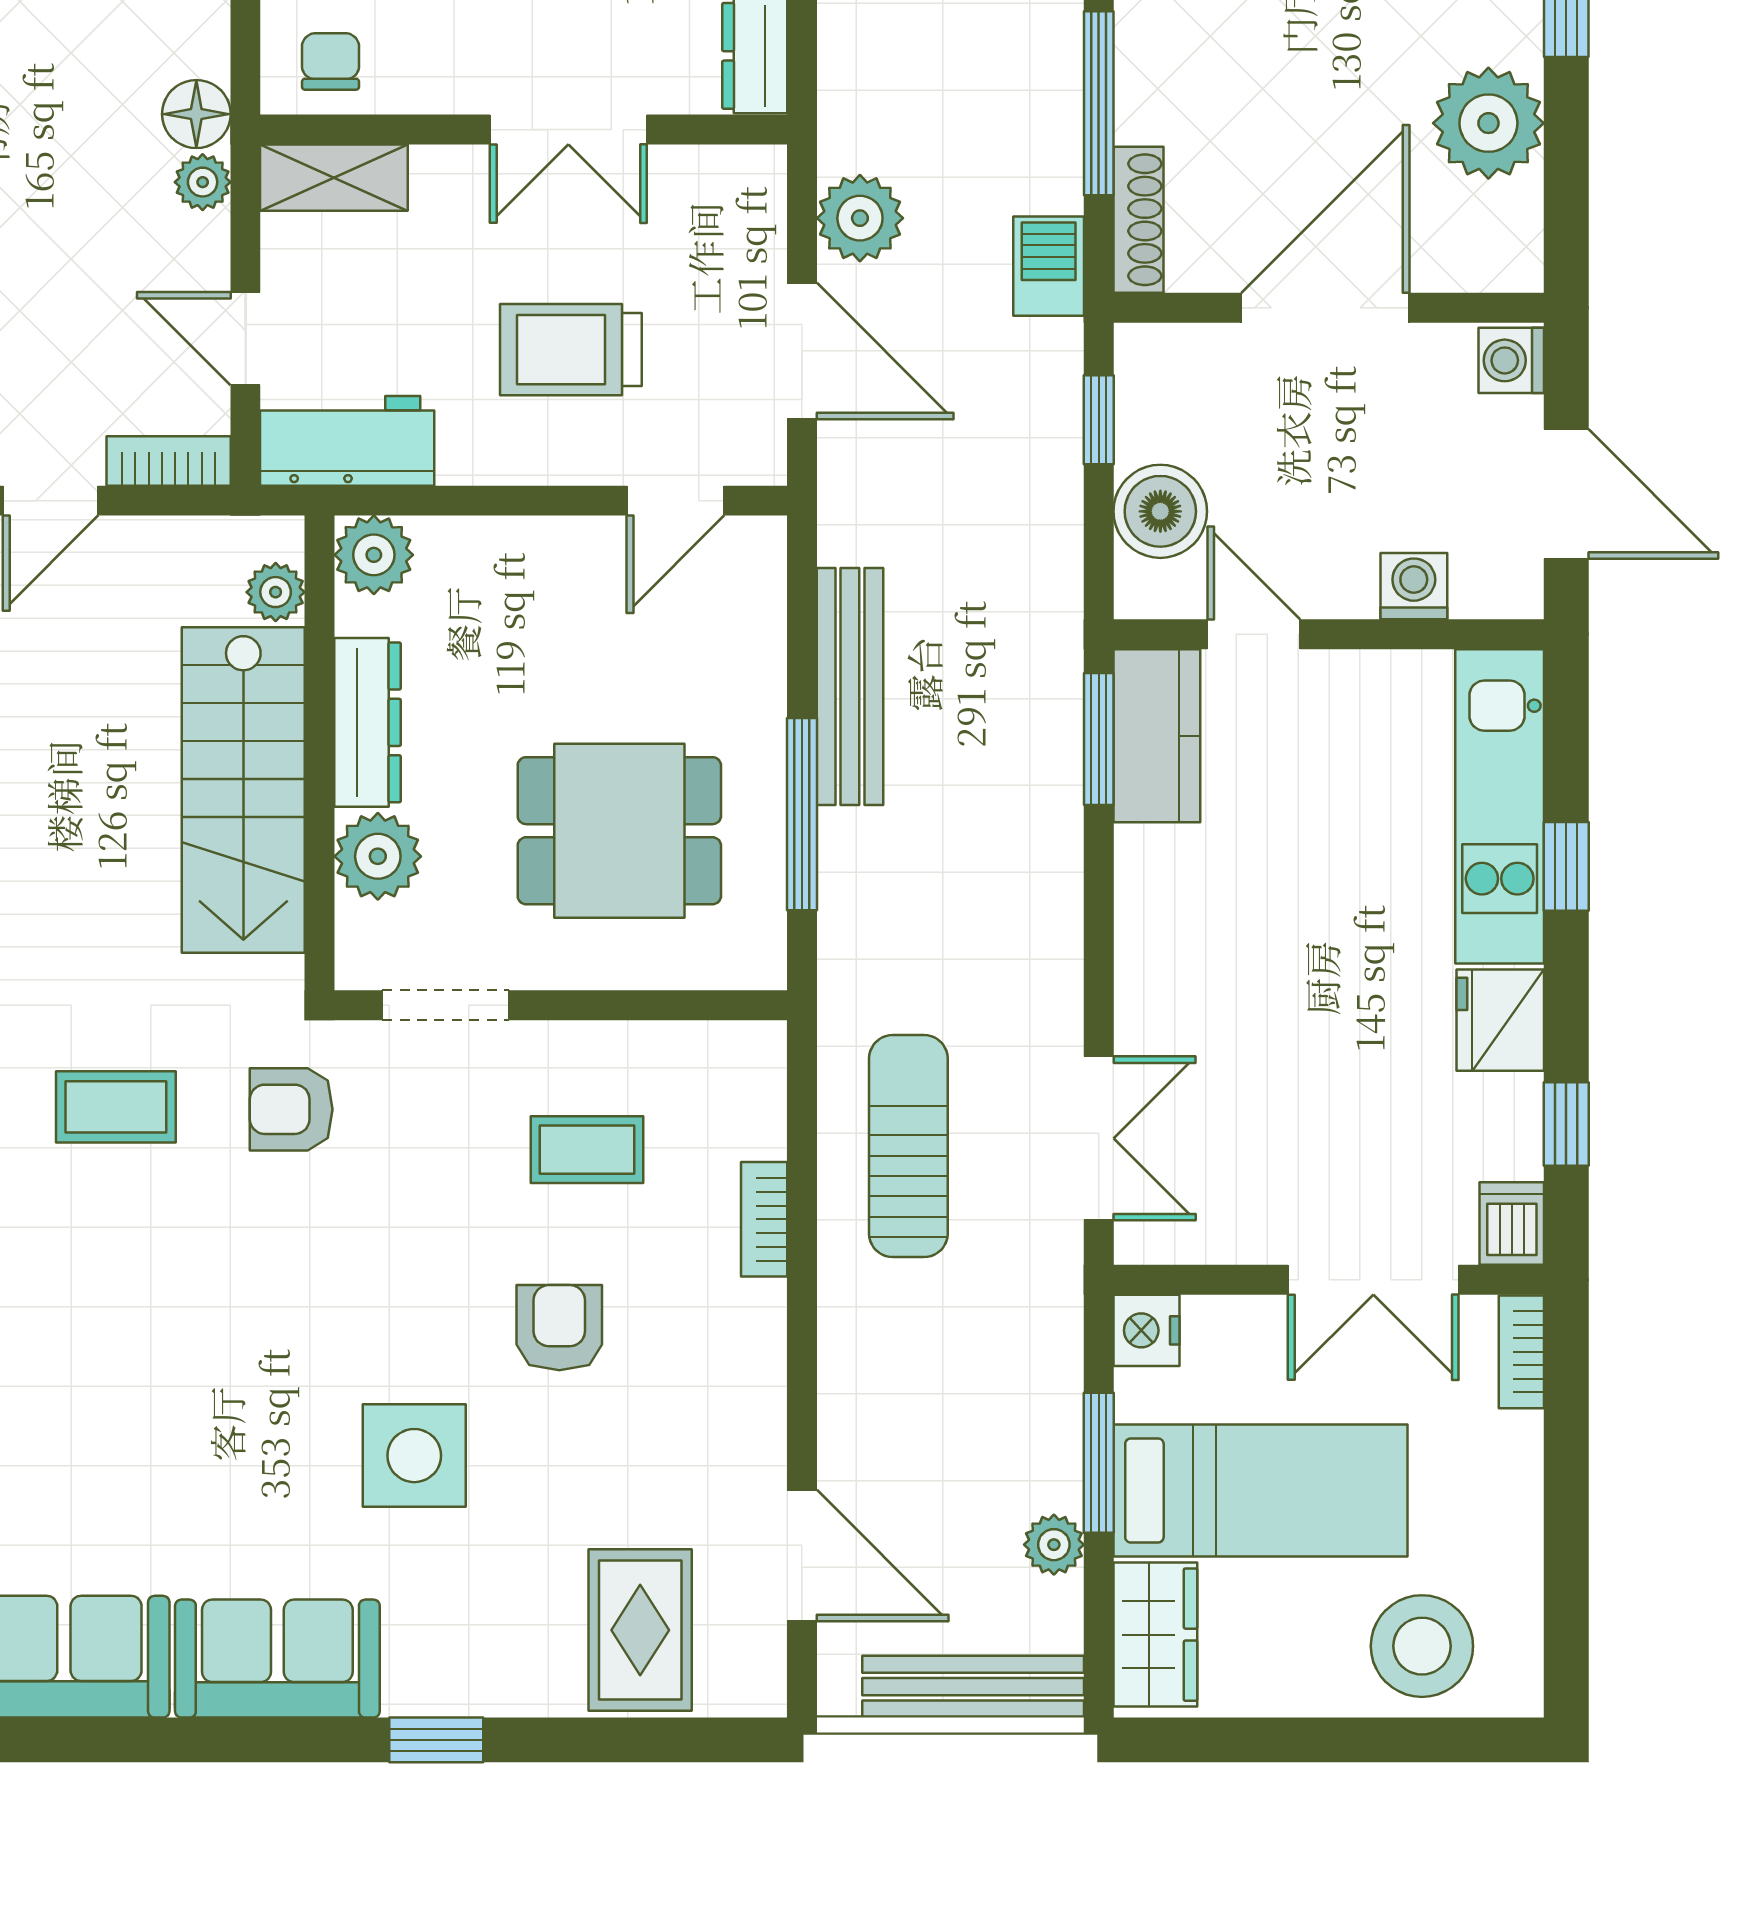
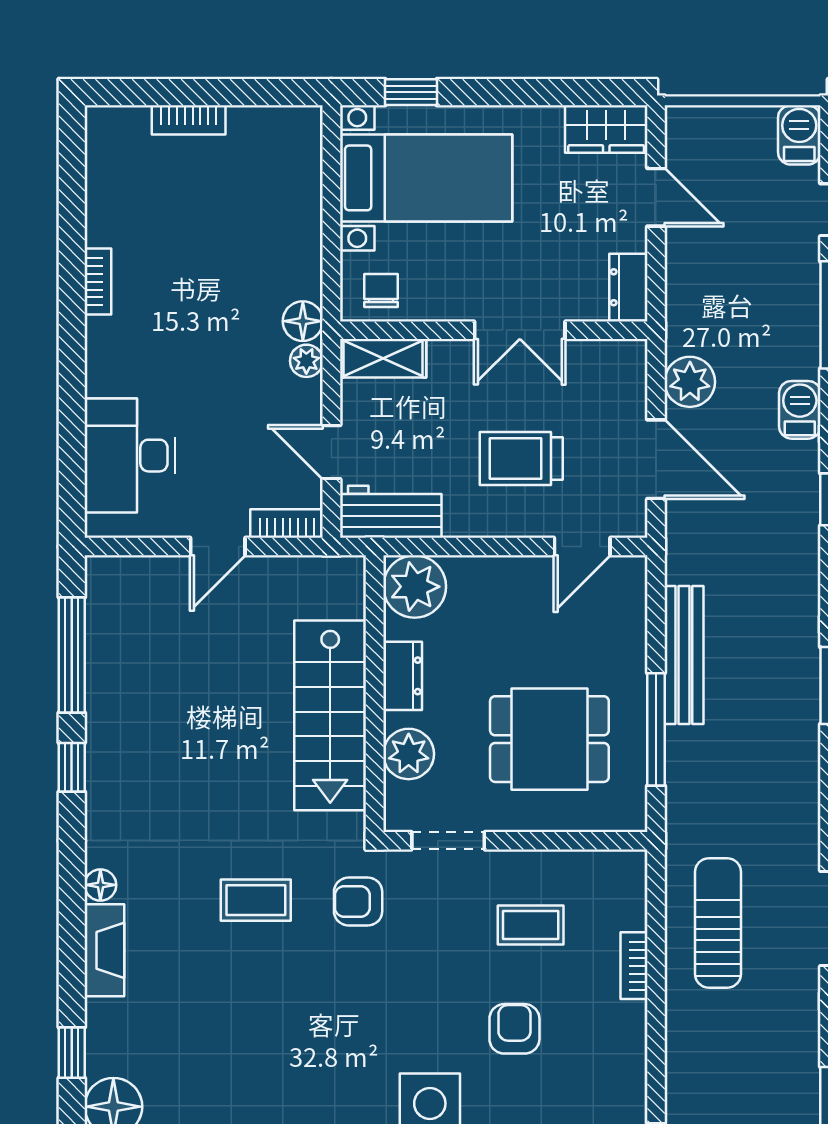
plant: (374, 555) -> (415, 587), width x1.36, depth x1.36
plant: (276, 592) -> (349, 600), removed
dresser: (368, 722) -> (403, 676), width x0.70

